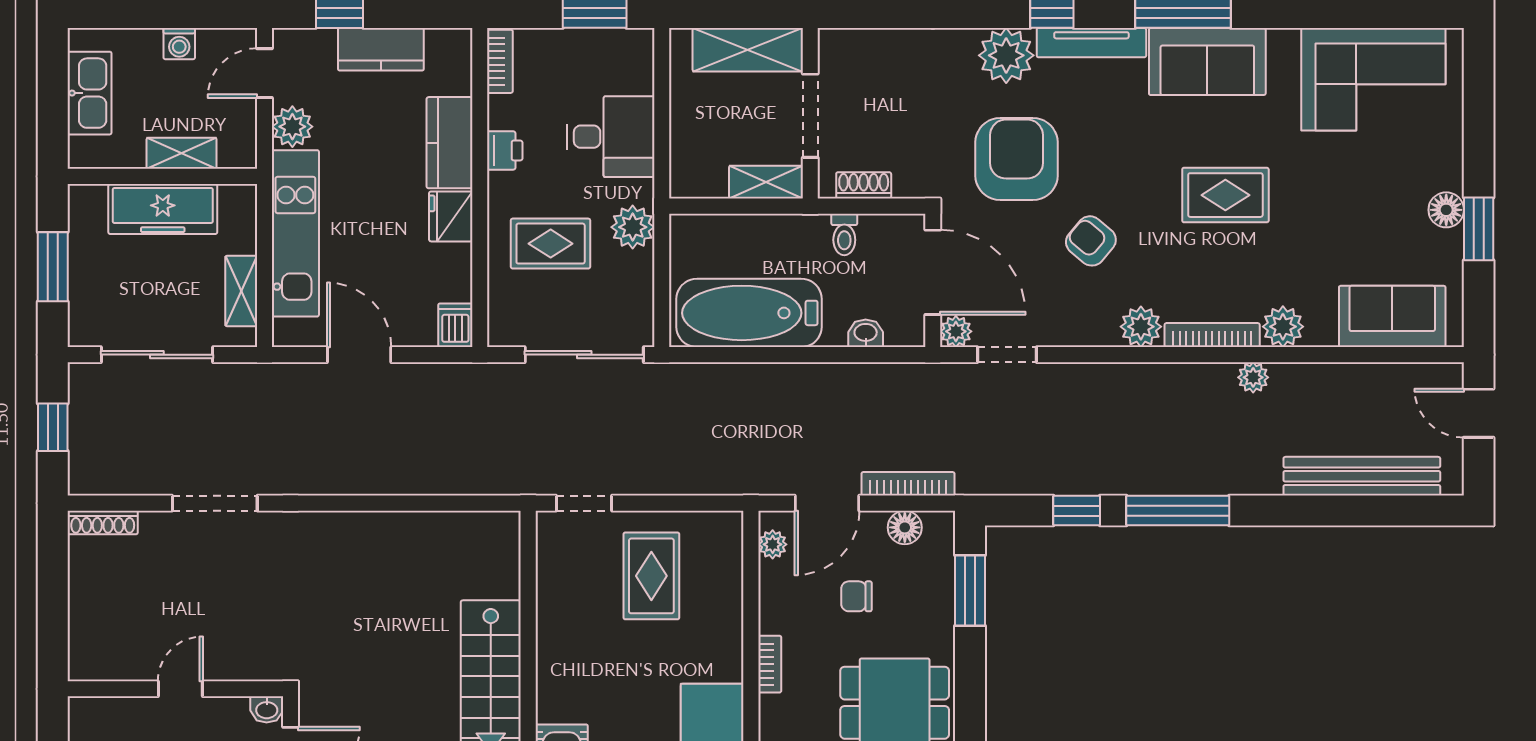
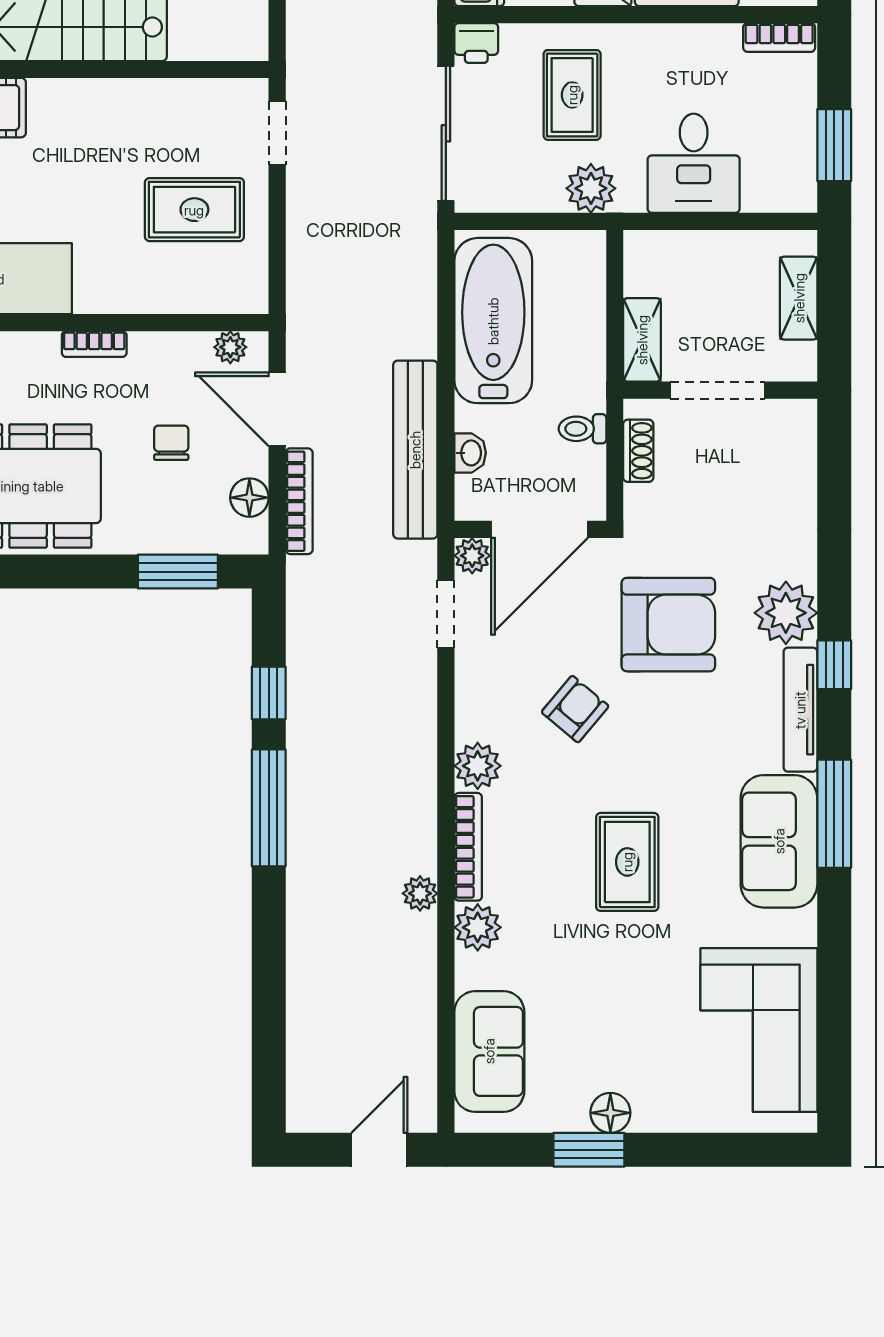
shelving: (748, 50) -> (799, 298), width x0.67, depth x0.75
printer: (505, 150) -> (476, 43), moved
bench: (1362, 476) -> (415, 450), moved

